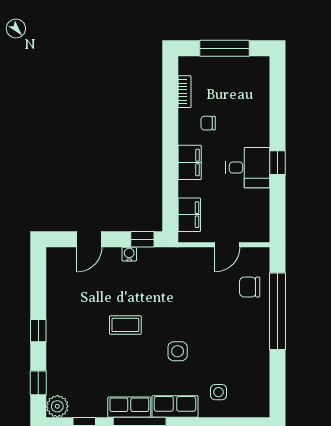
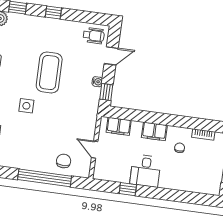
window: (278, 163) -> (128, 189), moved
door: (89, 239) -> (111, 56), swing flipped
wheelchair: (64, 268) -> (94, 36), added
coffee table: (125, 325) -> (49, 73), width x1.86, depth x1.72

